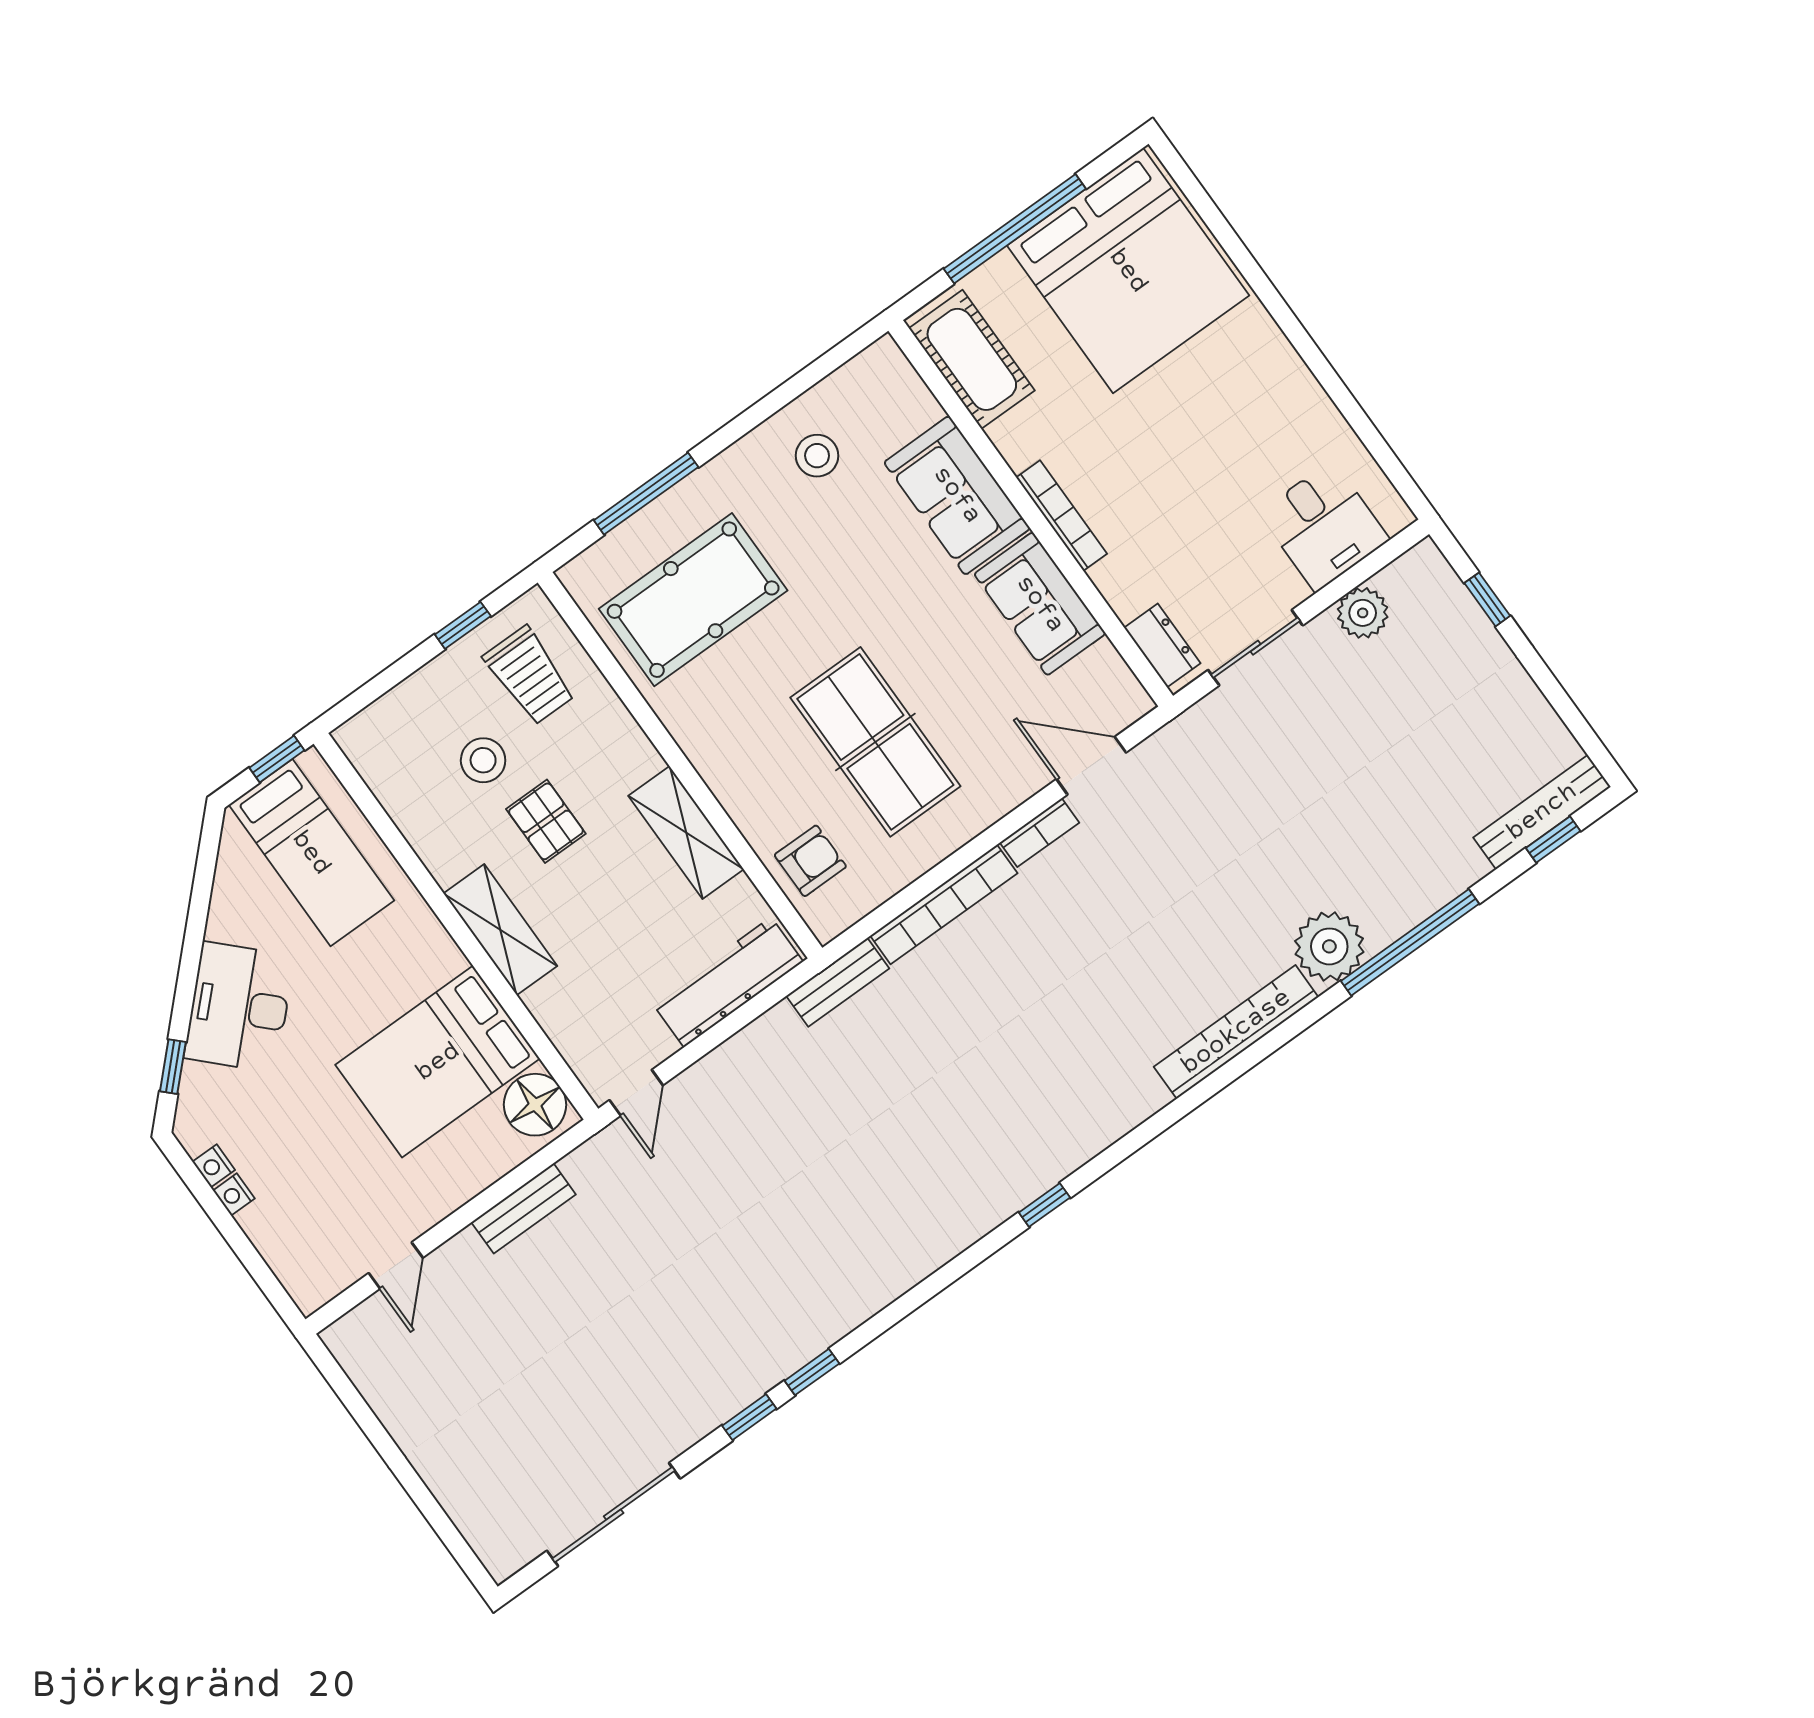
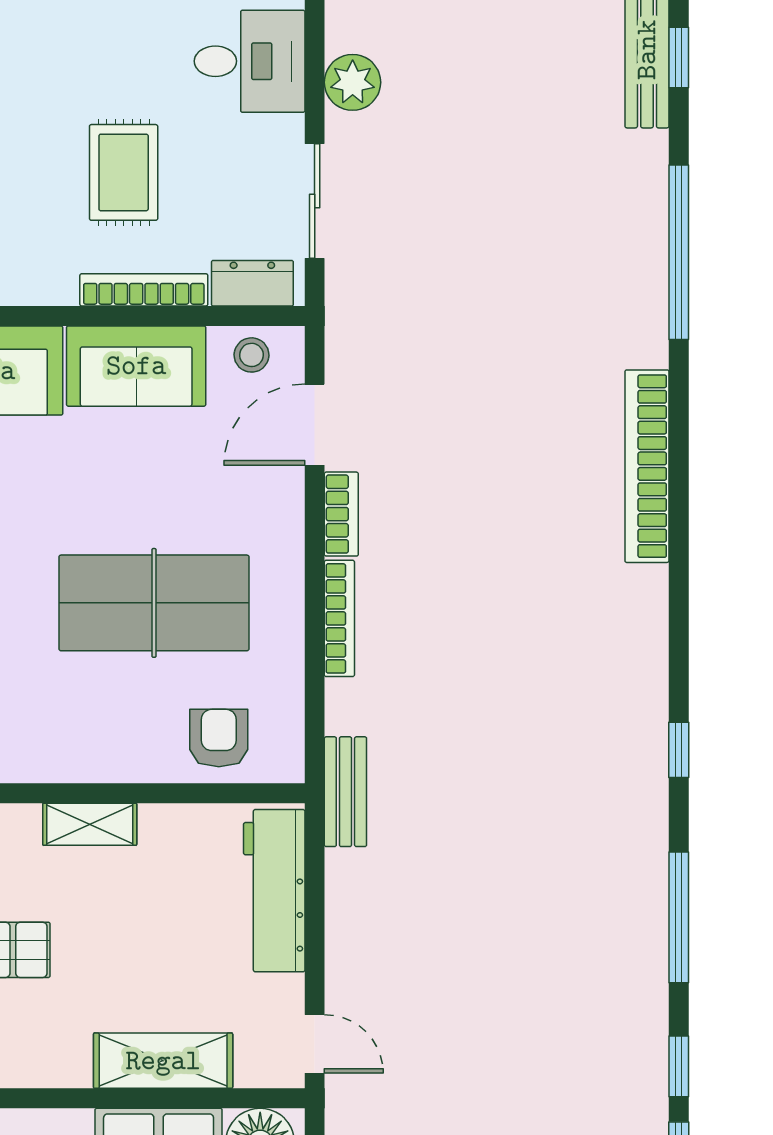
rug: (1176, 492) -> (124, 172), added
bookcase: (1061, 516) -> (144, 290), moved
stool: (1109, 683) -> (252, 355), added
shelving: (686, 832) -> (90, 824), width x0.67, depth x0.75
bookcase: (944, 905) -> (339, 618), width x0.68, depth x0.76
shelving: (500, 930) -> (163, 1061), moved
plant: (1329, 946) -> (630, 327), removed
window: (921, 1293) -> (679, 917), added

